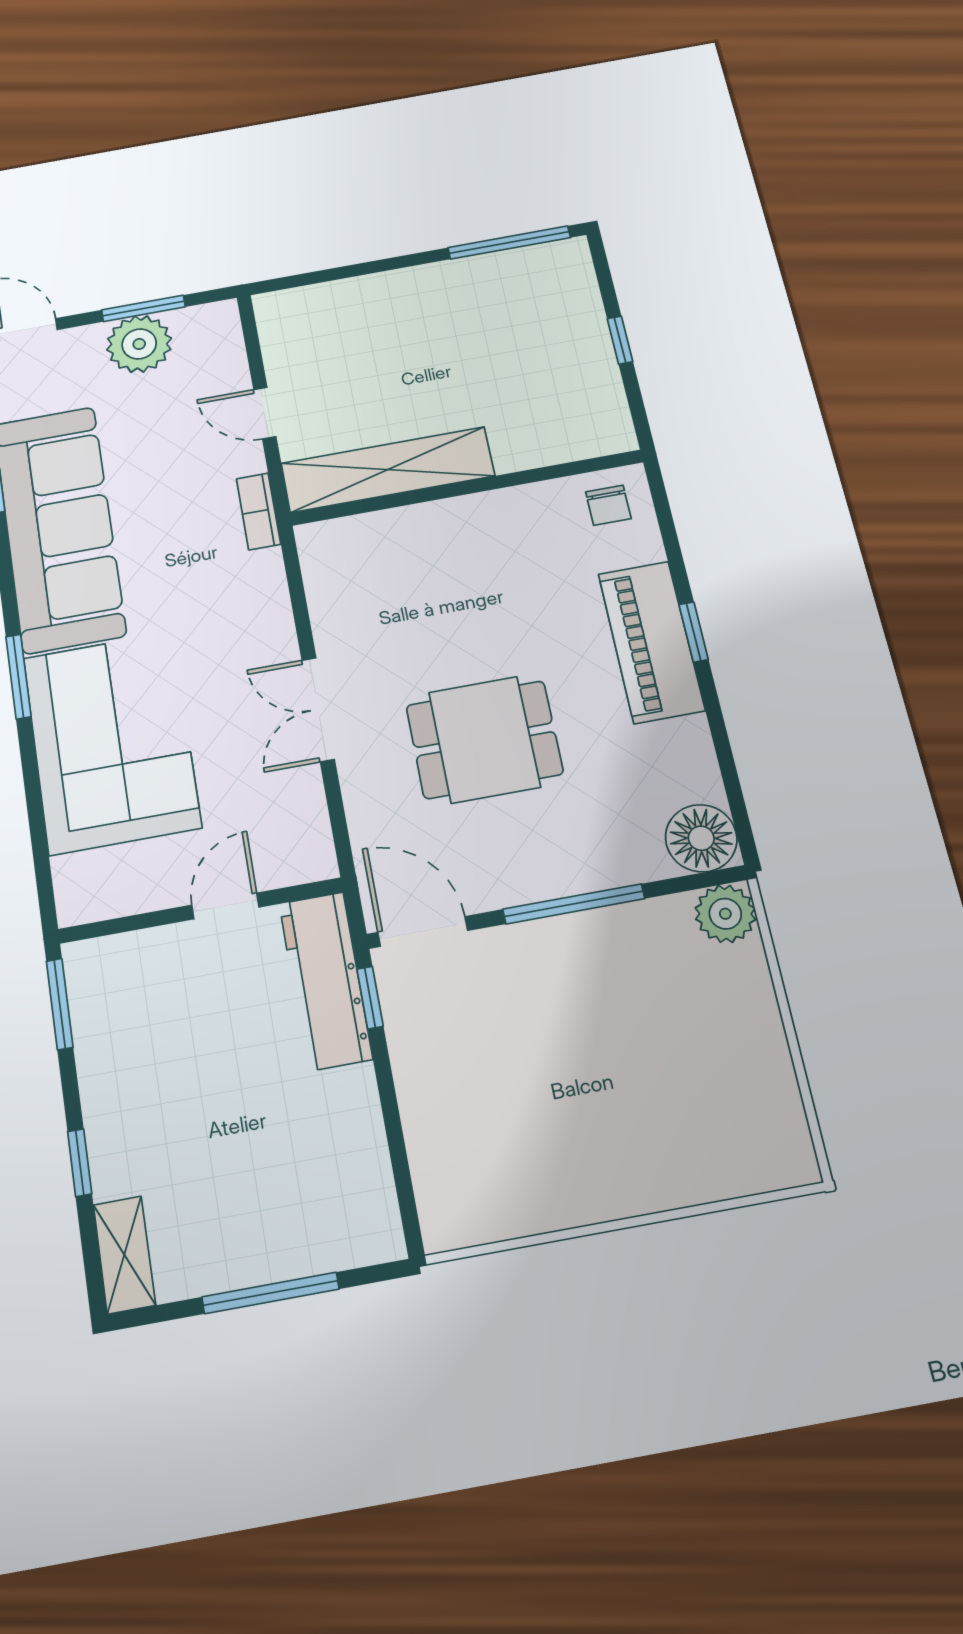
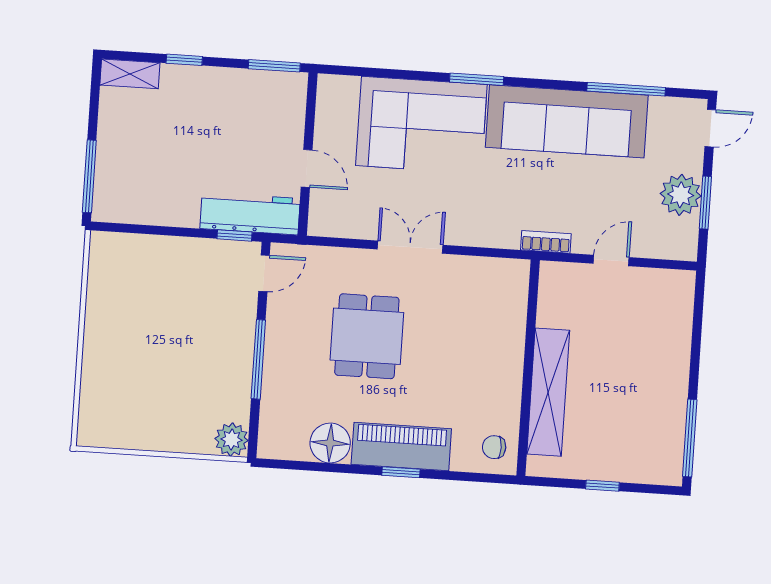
shelving: (388, 470) -> (548, 392), moved
floor lamp: (701, 838) -> (330, 443), moved
door: (423, 931) -> (264, 273), width x0.73
window: (270, 1293) -> (89, 176), moved

